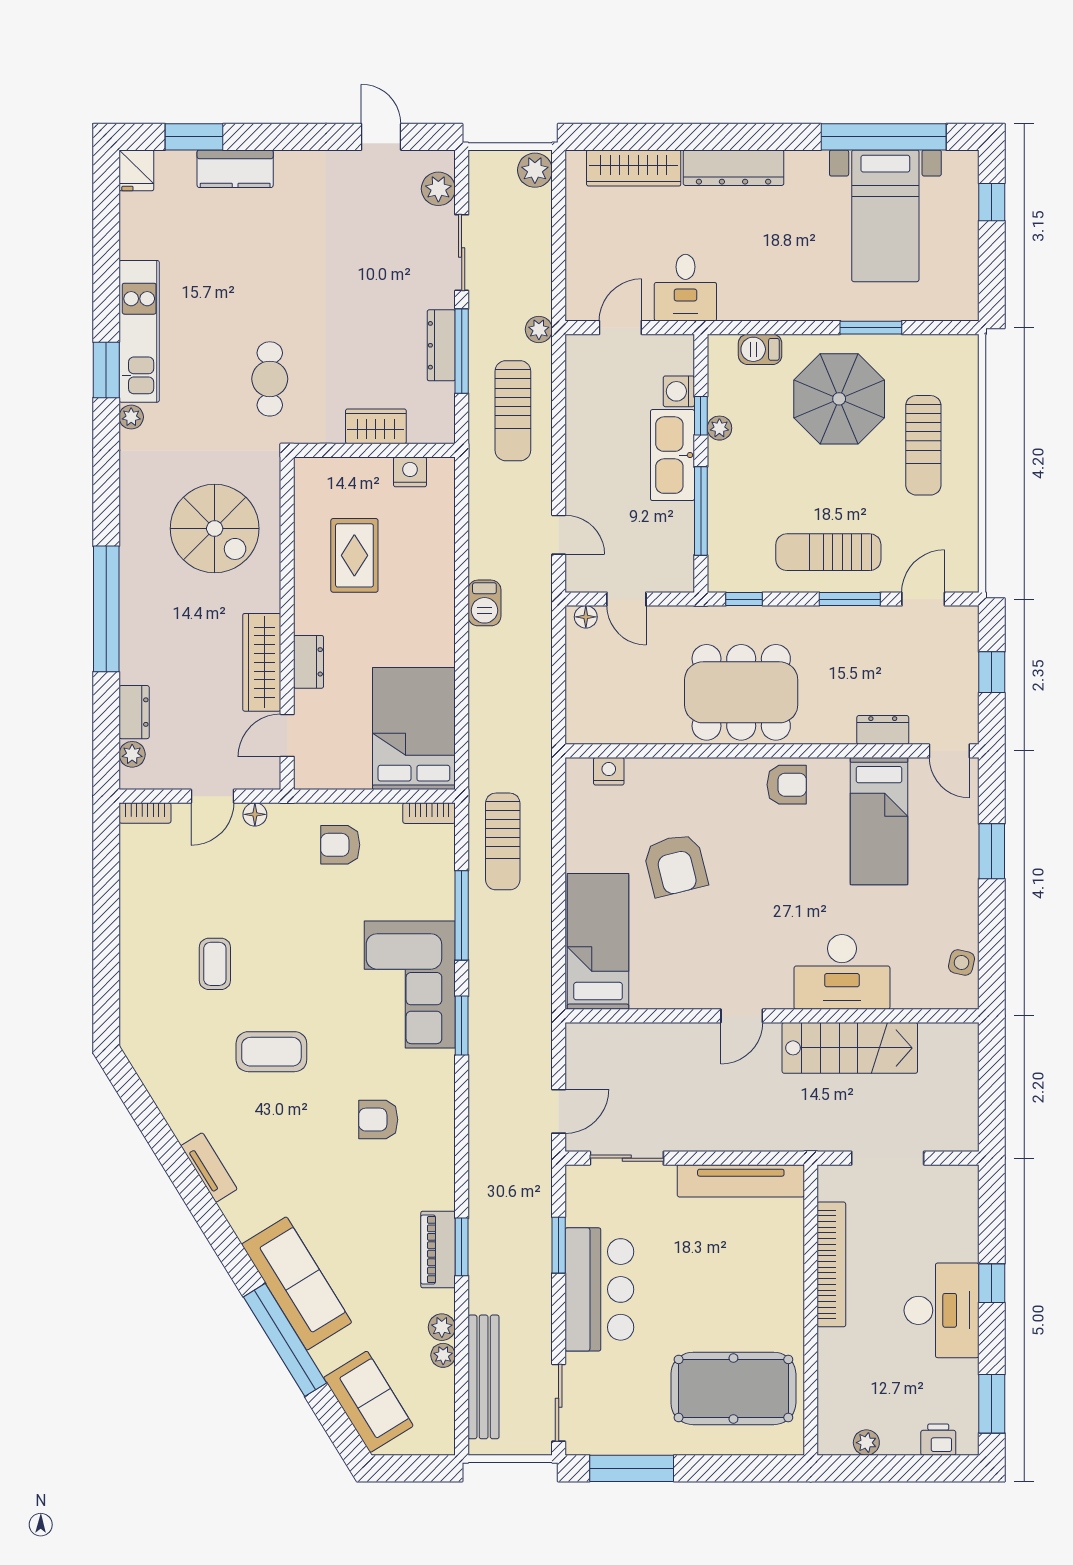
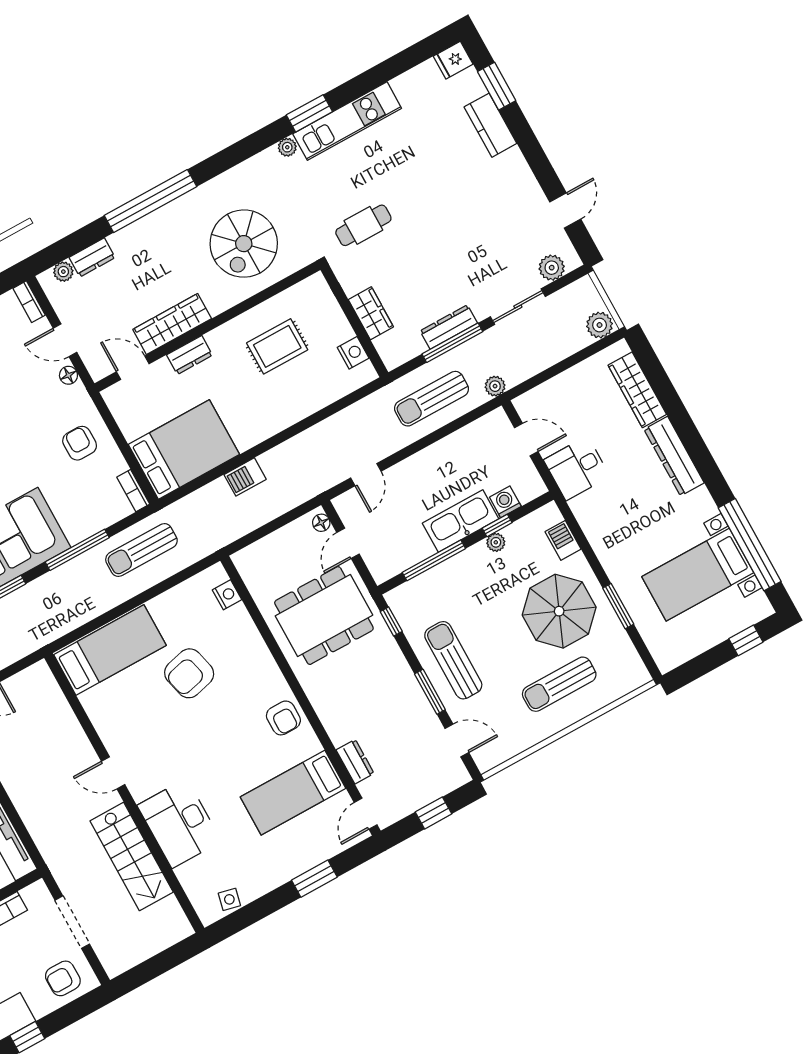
barbecue: (484, 603) -> (245, 477), moved
dining table: (741, 692) -> (324, 616), moved, turned 90
armchair: (947, 1205) -> (63, 978), added

